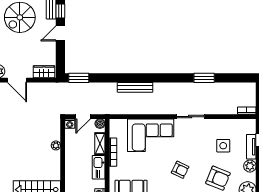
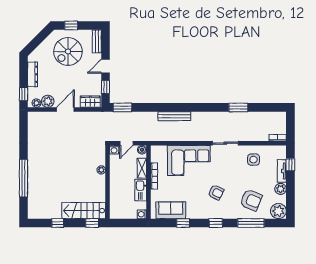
window: (60, 11) -> (105, 87), moved
door: (17, 80) -> (65, 110), swing flipped
side table: (223, 146) -> (254, 160), moved

